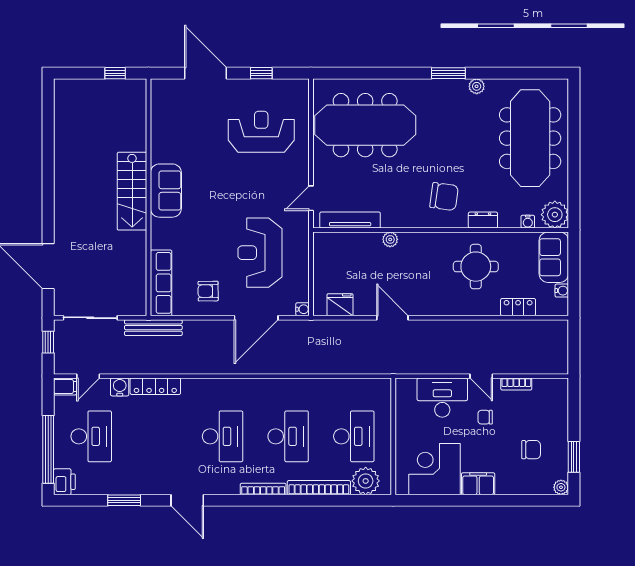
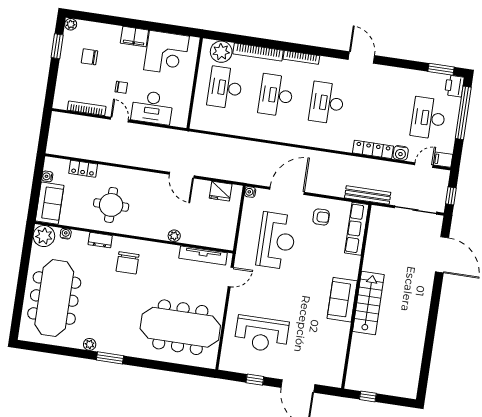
chair: (444, 197) -> (128, 263), turned -98
bookcase: (516, 384) -> (87, 108), width x1.56
window: (124, 500) -> (441, 69), moved

